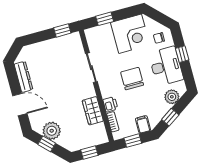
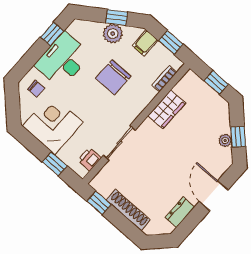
shoe rack: (46, 46) -> (128, 210), added
window: (182, 54) -> (52, 34), moved
dresser: (23, 77) -> (180, 212), width x0.70
chair: (132, 79) -> (113, 77), moved
plant: (172, 97) -> (113, 34), moved
printer: (110, 104) -> (89, 159), moved
plant: (52, 131) -> (225, 140), width x0.53, depth x0.53

